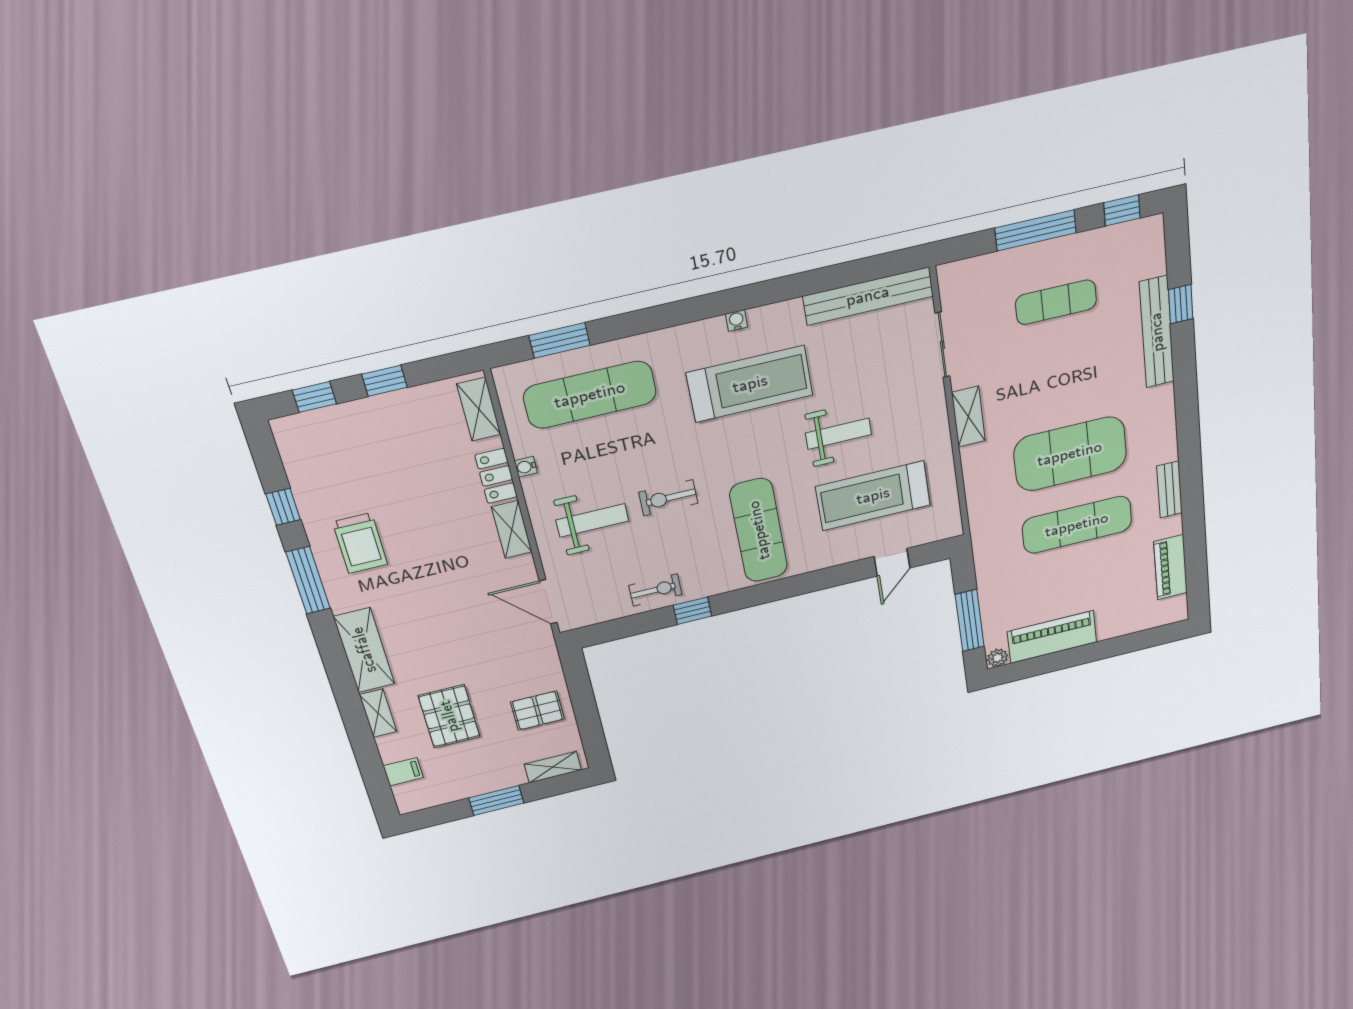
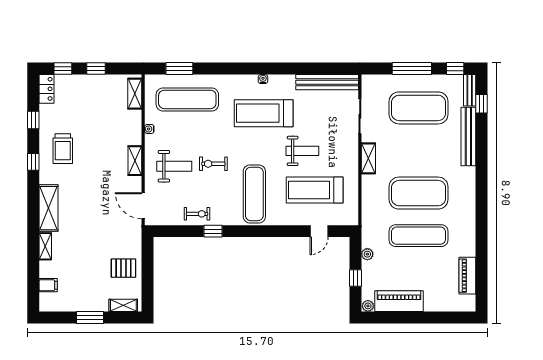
exercise mat: (1056, 302) -> (419, 108), width x2.00, depth x1.45
window: (1181, 304) -> (482, 104), moved
treadmill: (750, 384) -> (264, 113), turned 180
locker: (496, 476) -> (46, 89), moved, turned 180
bench: (1170, 490) -> (470, 90), moved
plant: (986, 578) -> (367, 254), added
window: (308, 580) -> (33, 162), width x0.46
window: (970, 620) -> (356, 278), width x0.46
pallet: (449, 716) -> (79, 259), removed

